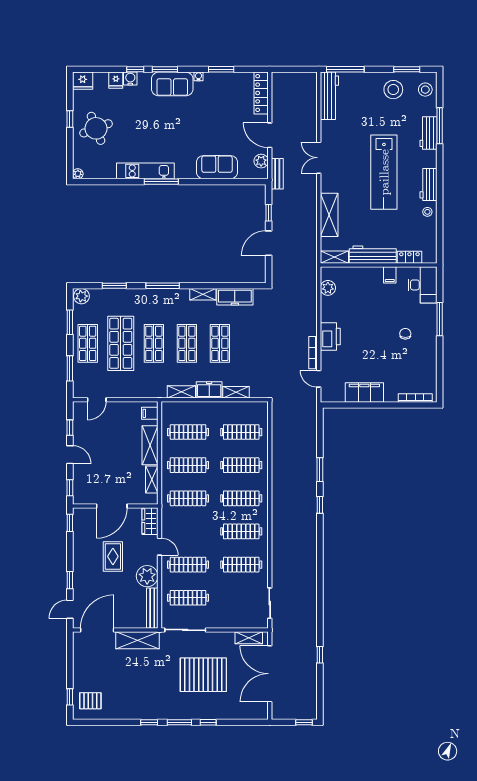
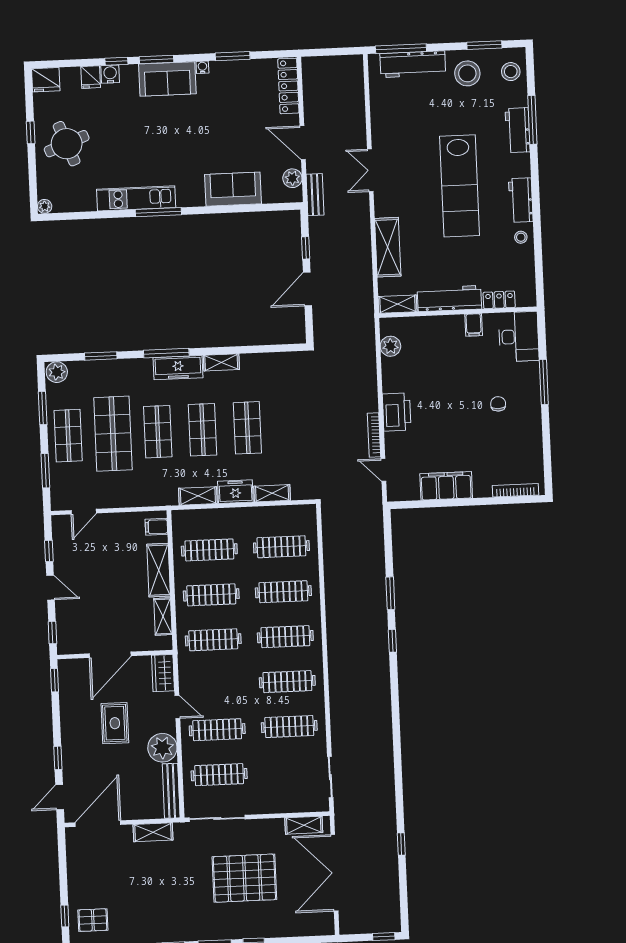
workbench: (329, 96) -> (413, 64), moved, turned 90
freezer: (235, 297) -> (178, 368), moved
shelving: (138, 640) -> (153, 832), width x0.67, depth x0.75

